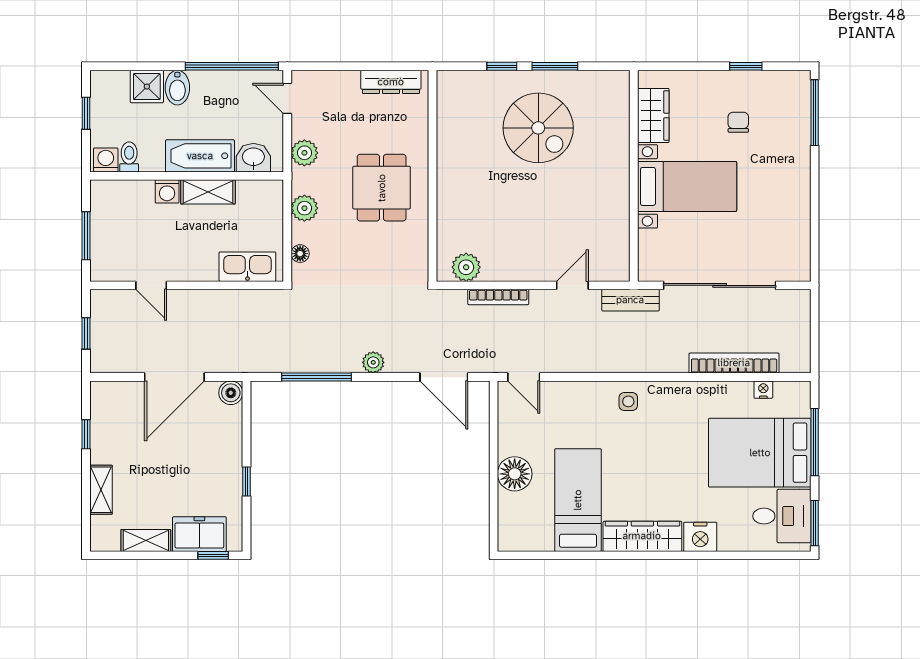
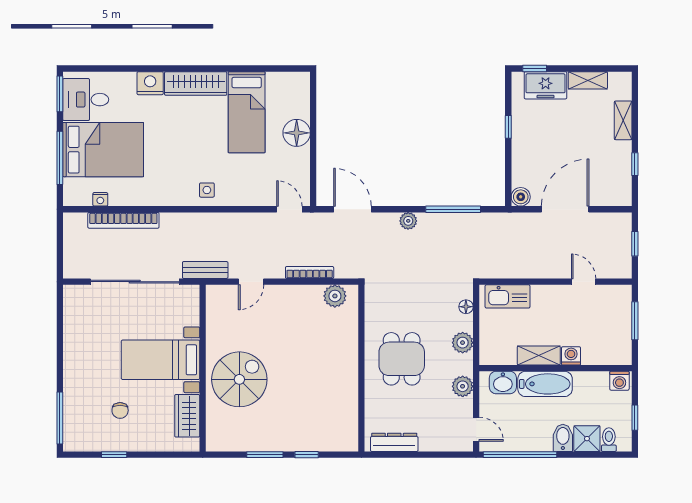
spiral stairs: (538, 128) -> (239, 379), moved, turned 90
toilet: (129, 157) -> (609, 440), moved, turned 180

